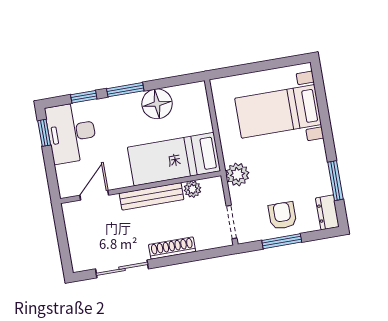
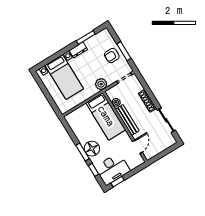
floor lamp: (157, 104) -> (92, 149), moved
door: (94, 195) -> (137, 147), swing flipped
dresser: (327, 212) -> (78, 50), moved

